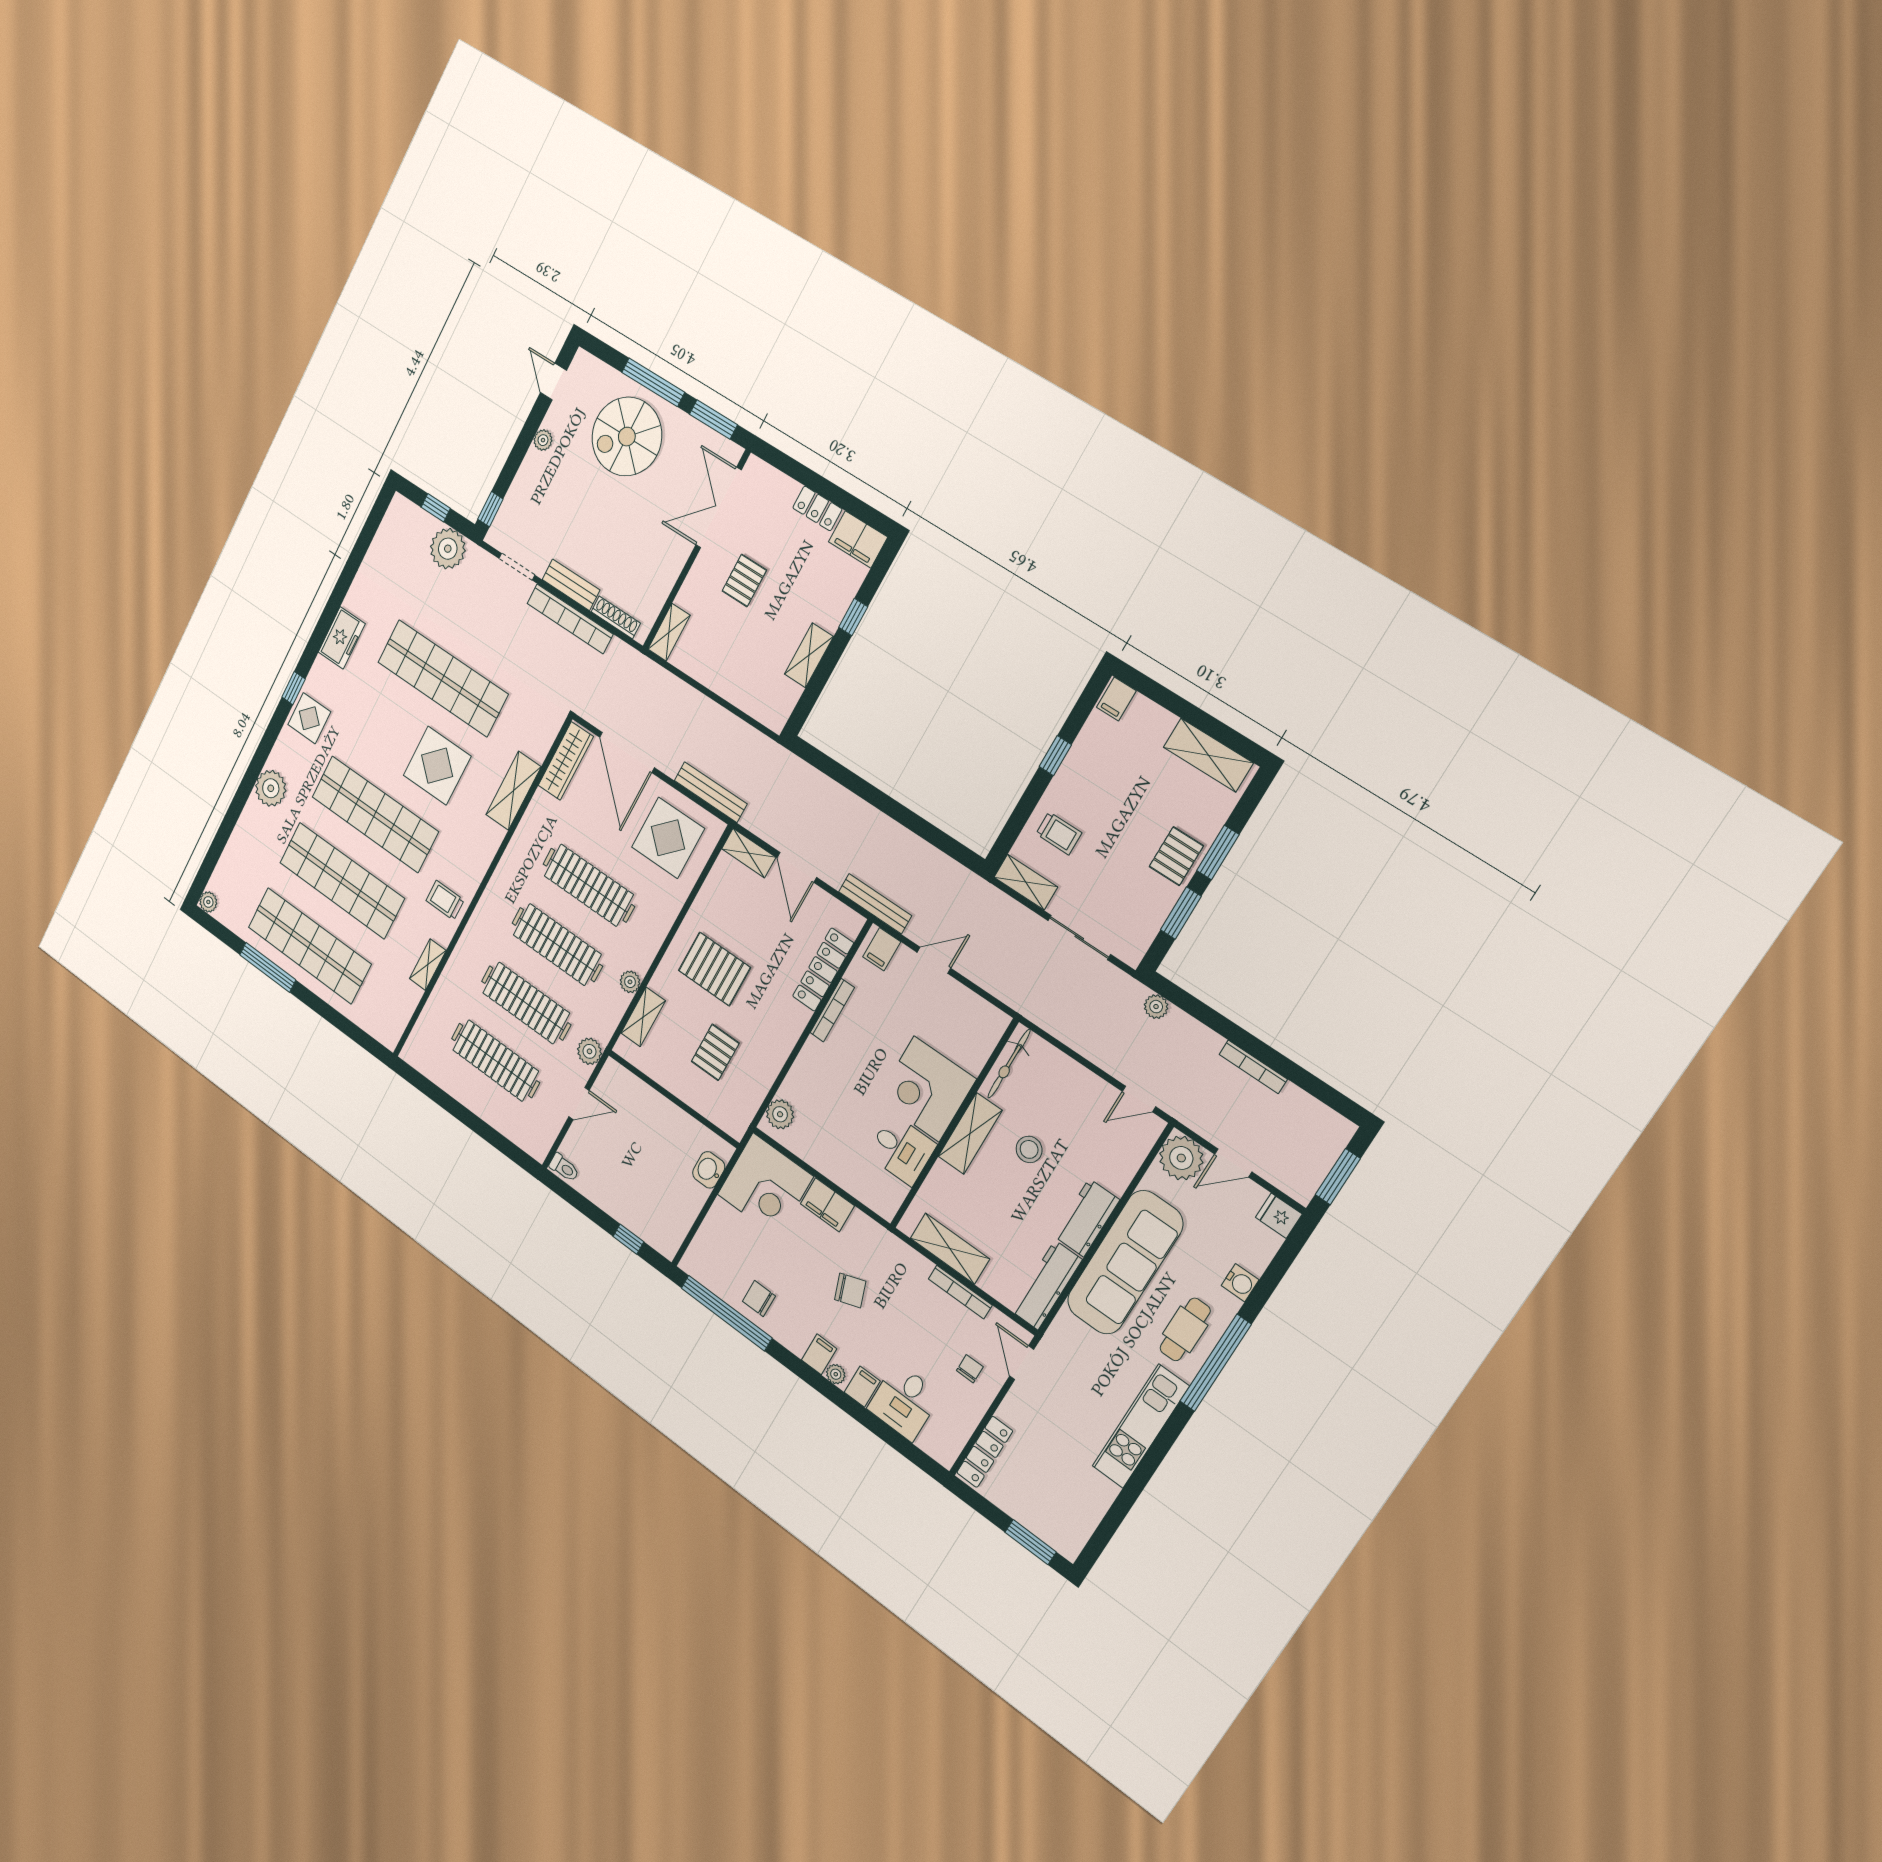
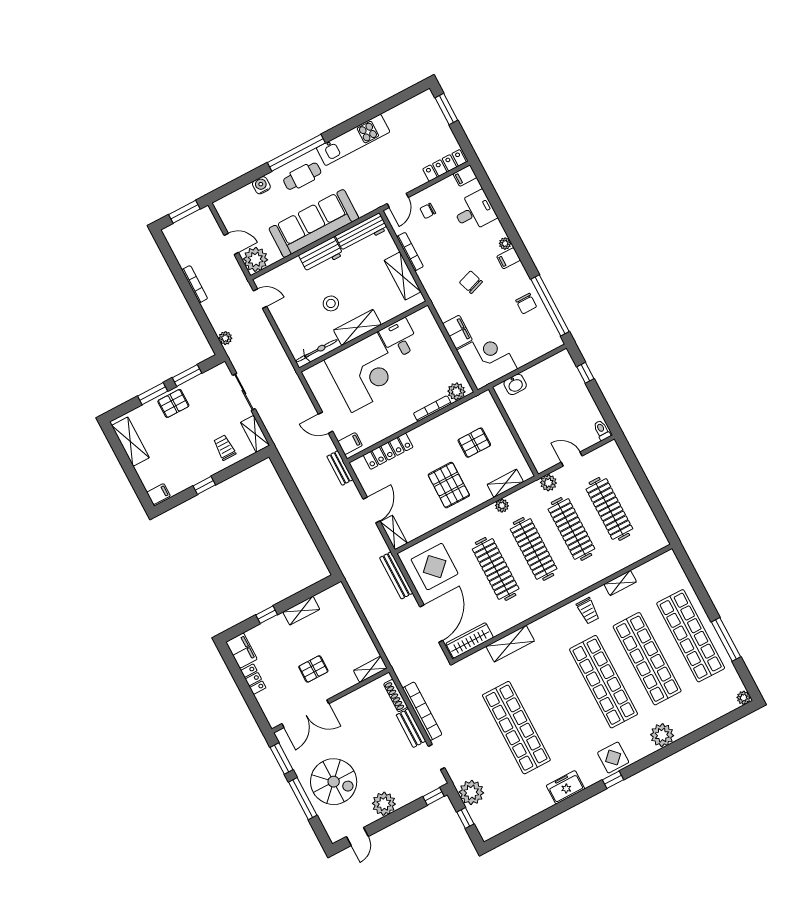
plant: (543, 440) -> (384, 804), width x1.88, depth x1.88
display table: (437, 766) -> (548, 684), removed
bench: (875, 904) -> (340, 468), width x0.73
bookcase: (832, 1010) -> (432, 409), moved
corner desk: (927, 1089) -> (364, 372), width x1.36, depth x1.36
fridge: (1279, 1216) -> (224, 208), removed
filing cabinet: (862, 1387) -> (465, 176), moved

